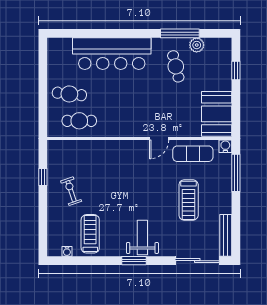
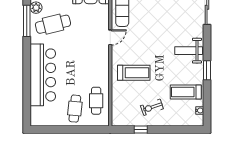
cafe table: (176, 66) -> (53, 24), width x1.37, depth x1.35
door: (159, 138) -> (110, 37), hinge flipped
treadmill: (189, 200) -> (134, 73), moved
window: (134, 261) -> (207, 70), moved

